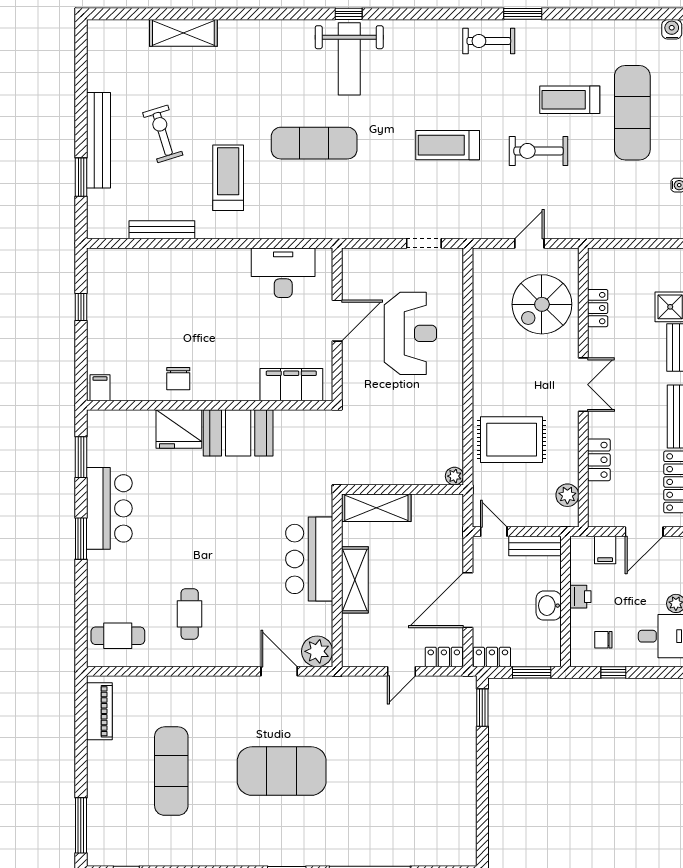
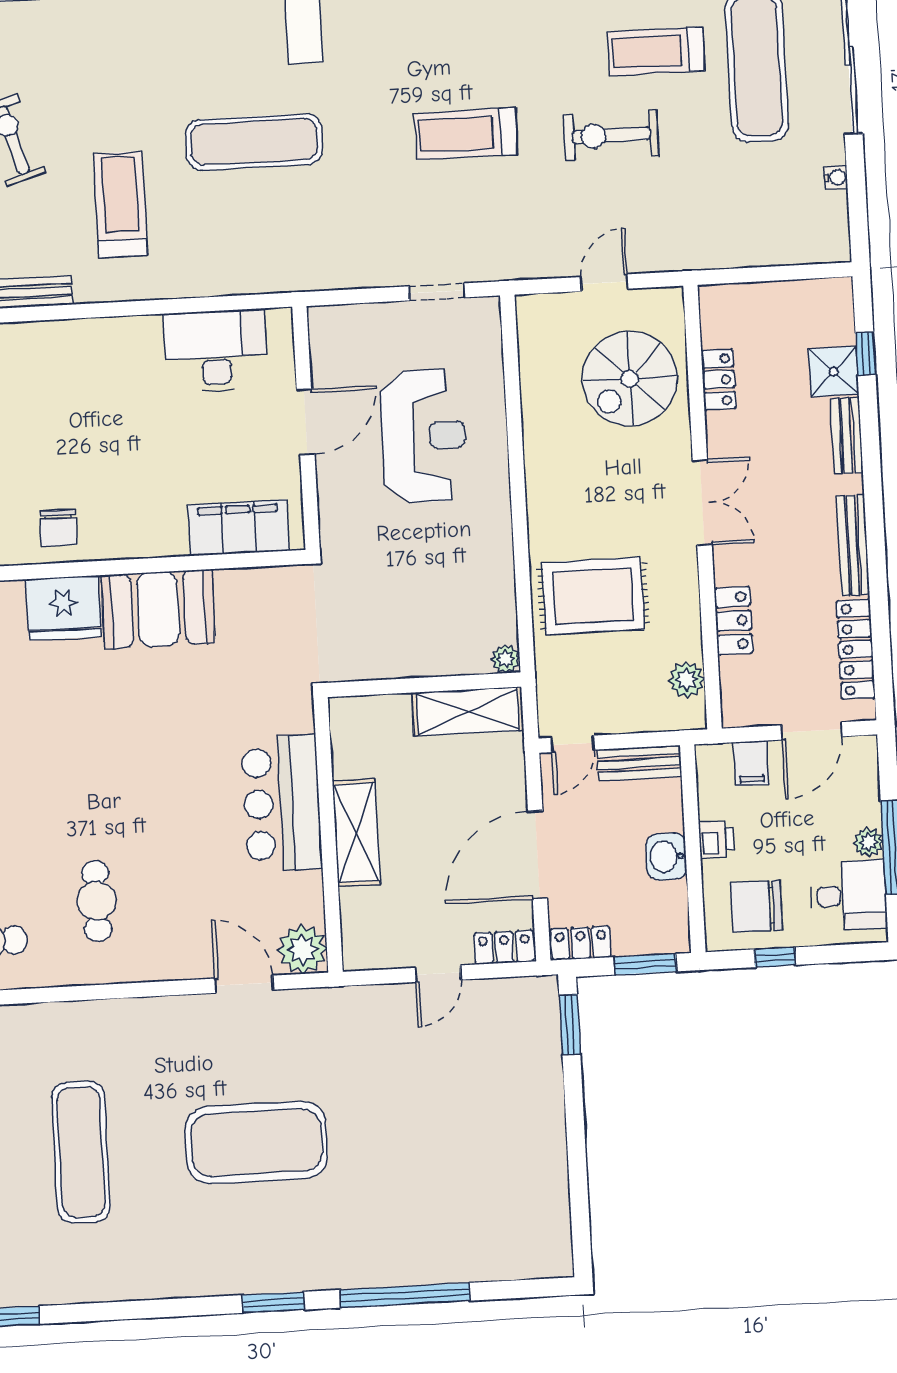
shelving: (376, 508) -> (468, 711), moved
door: (494, 532) -> (573, 744), swing flipped
chair: (603, 640) -> (756, 906), width x1.87, depth x1.87

